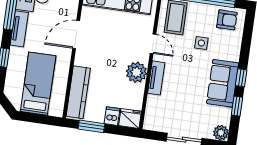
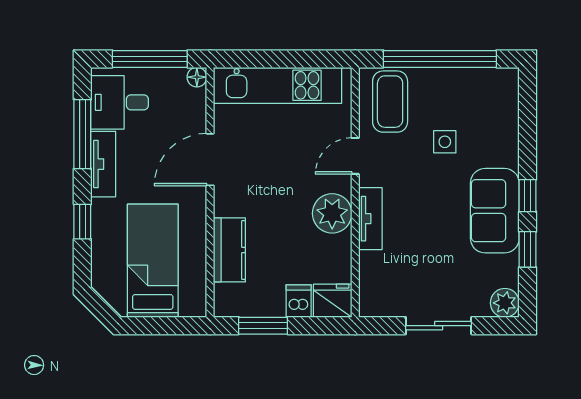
armchair: (227, 20) -> (486, 92), removed
door: (153, 44) -> (355, 156), swing flipped
kitchen counter: (78, 92) -> (229, 250), width x0.67

